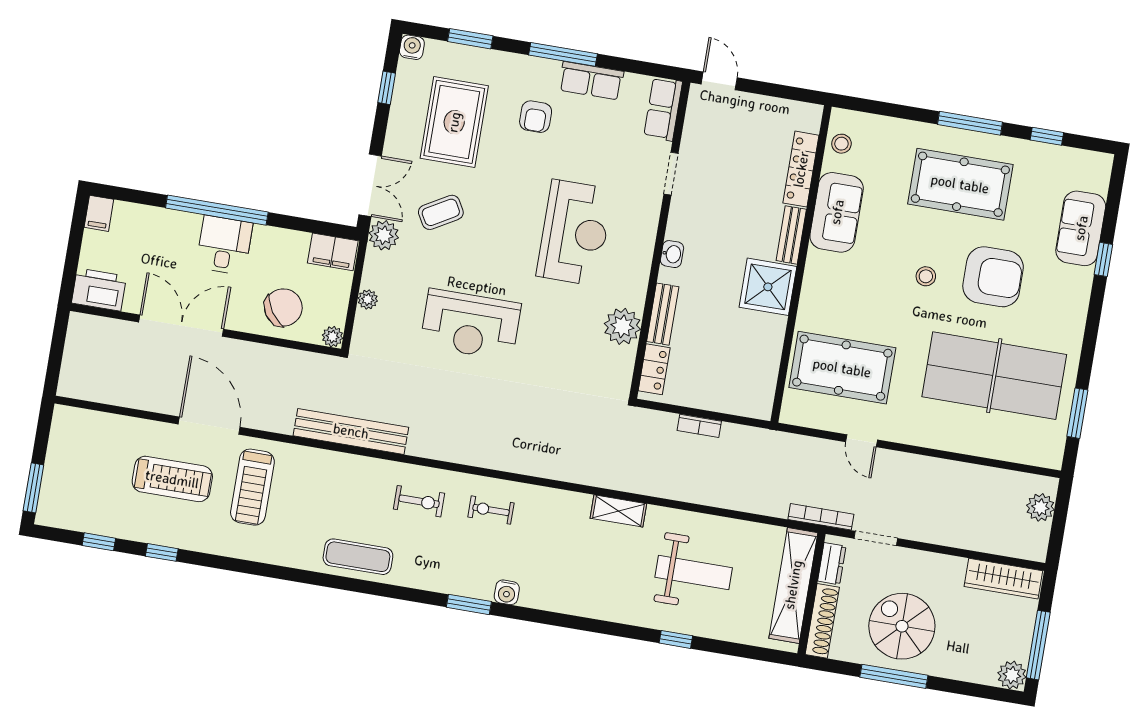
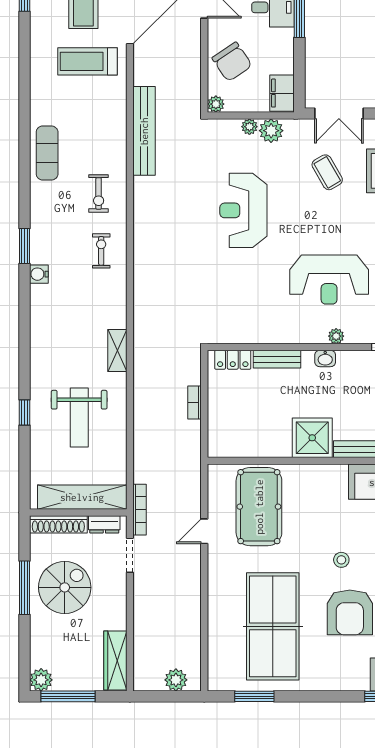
plant: (384, 235) -> (271, 131), moved
plant: (622, 326) -> (336, 336), moved, width x0.53, depth x0.53

